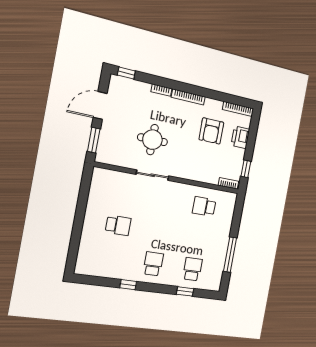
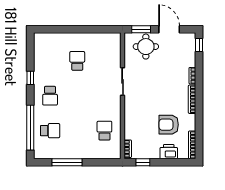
round table: (152, 140) -> (146, 47), moved
school desk: (118, 225) -> (77, 61), turned 180
school desk: (153, 264) -> (50, 96), turned 90
window: (185, 291) -> (30, 128), width x3.17

